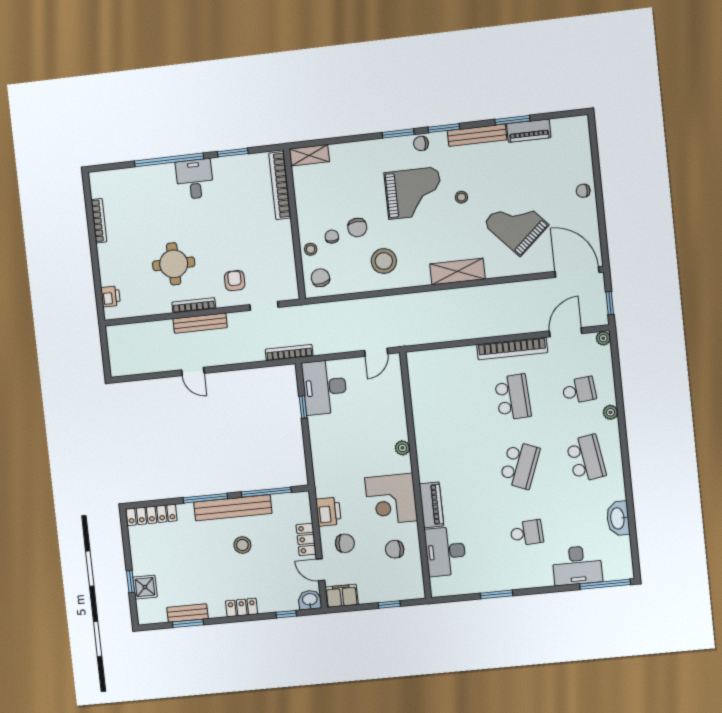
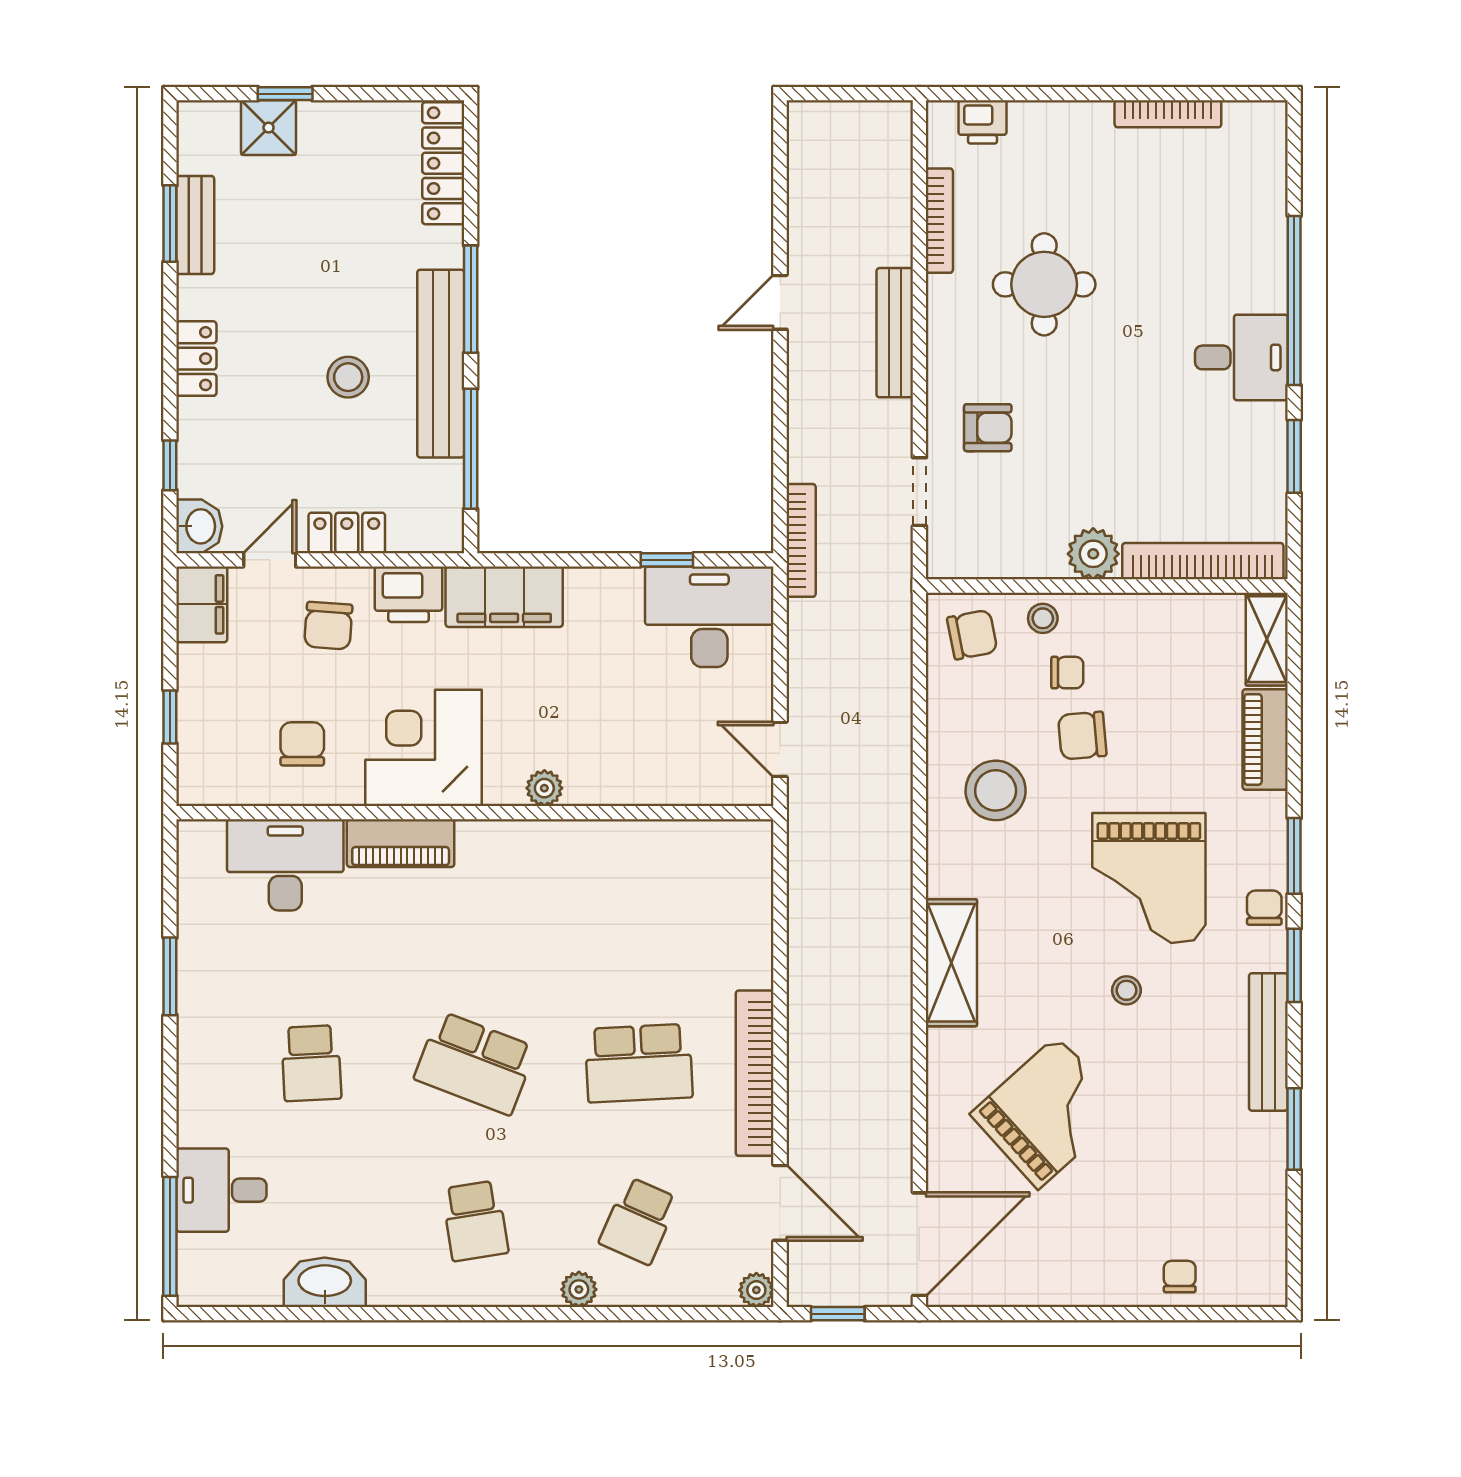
piano: (529, 131) -> (1265, 739), moved
chair: (583, 191) -> (1180, 1276), moved
plant: (282, 231) -> (1093, 554), added
bookcase: (194, 305) -> (939, 221), moved
school desk: (579, 390) -> (639, 1221), turned 30
school desk: (586, 458) -> (475, 1221), width x0.54
filing cabinet: (325, 472) -> (504, 597), added
desk: (577, 565) -> (221, 1190), width x0.73

